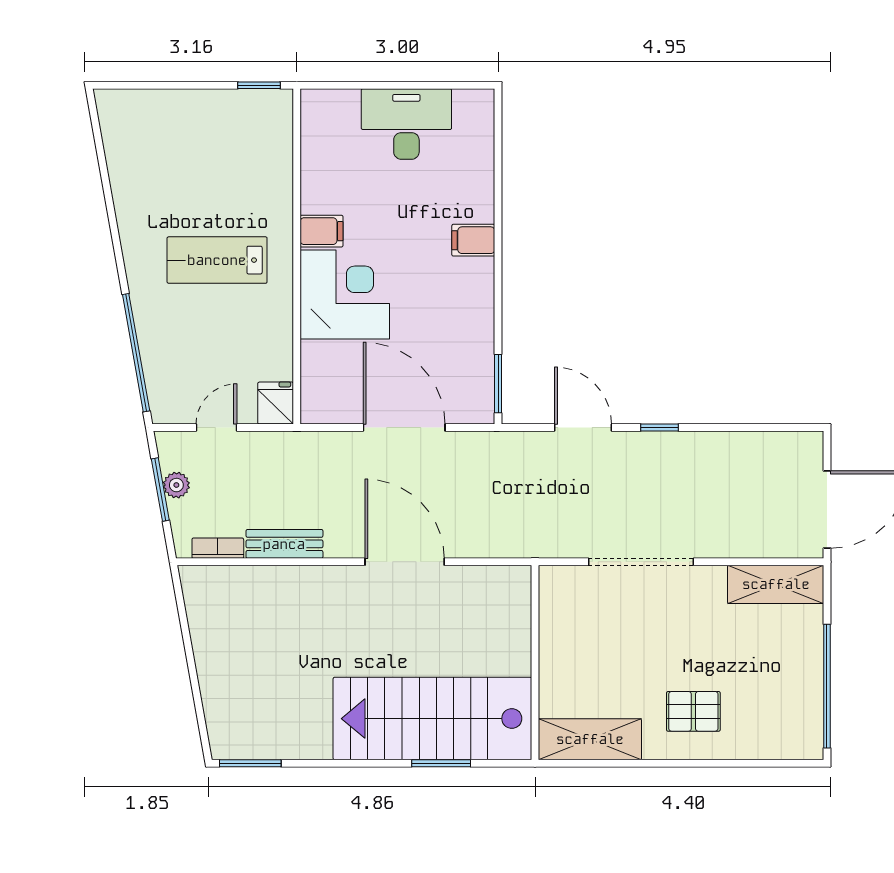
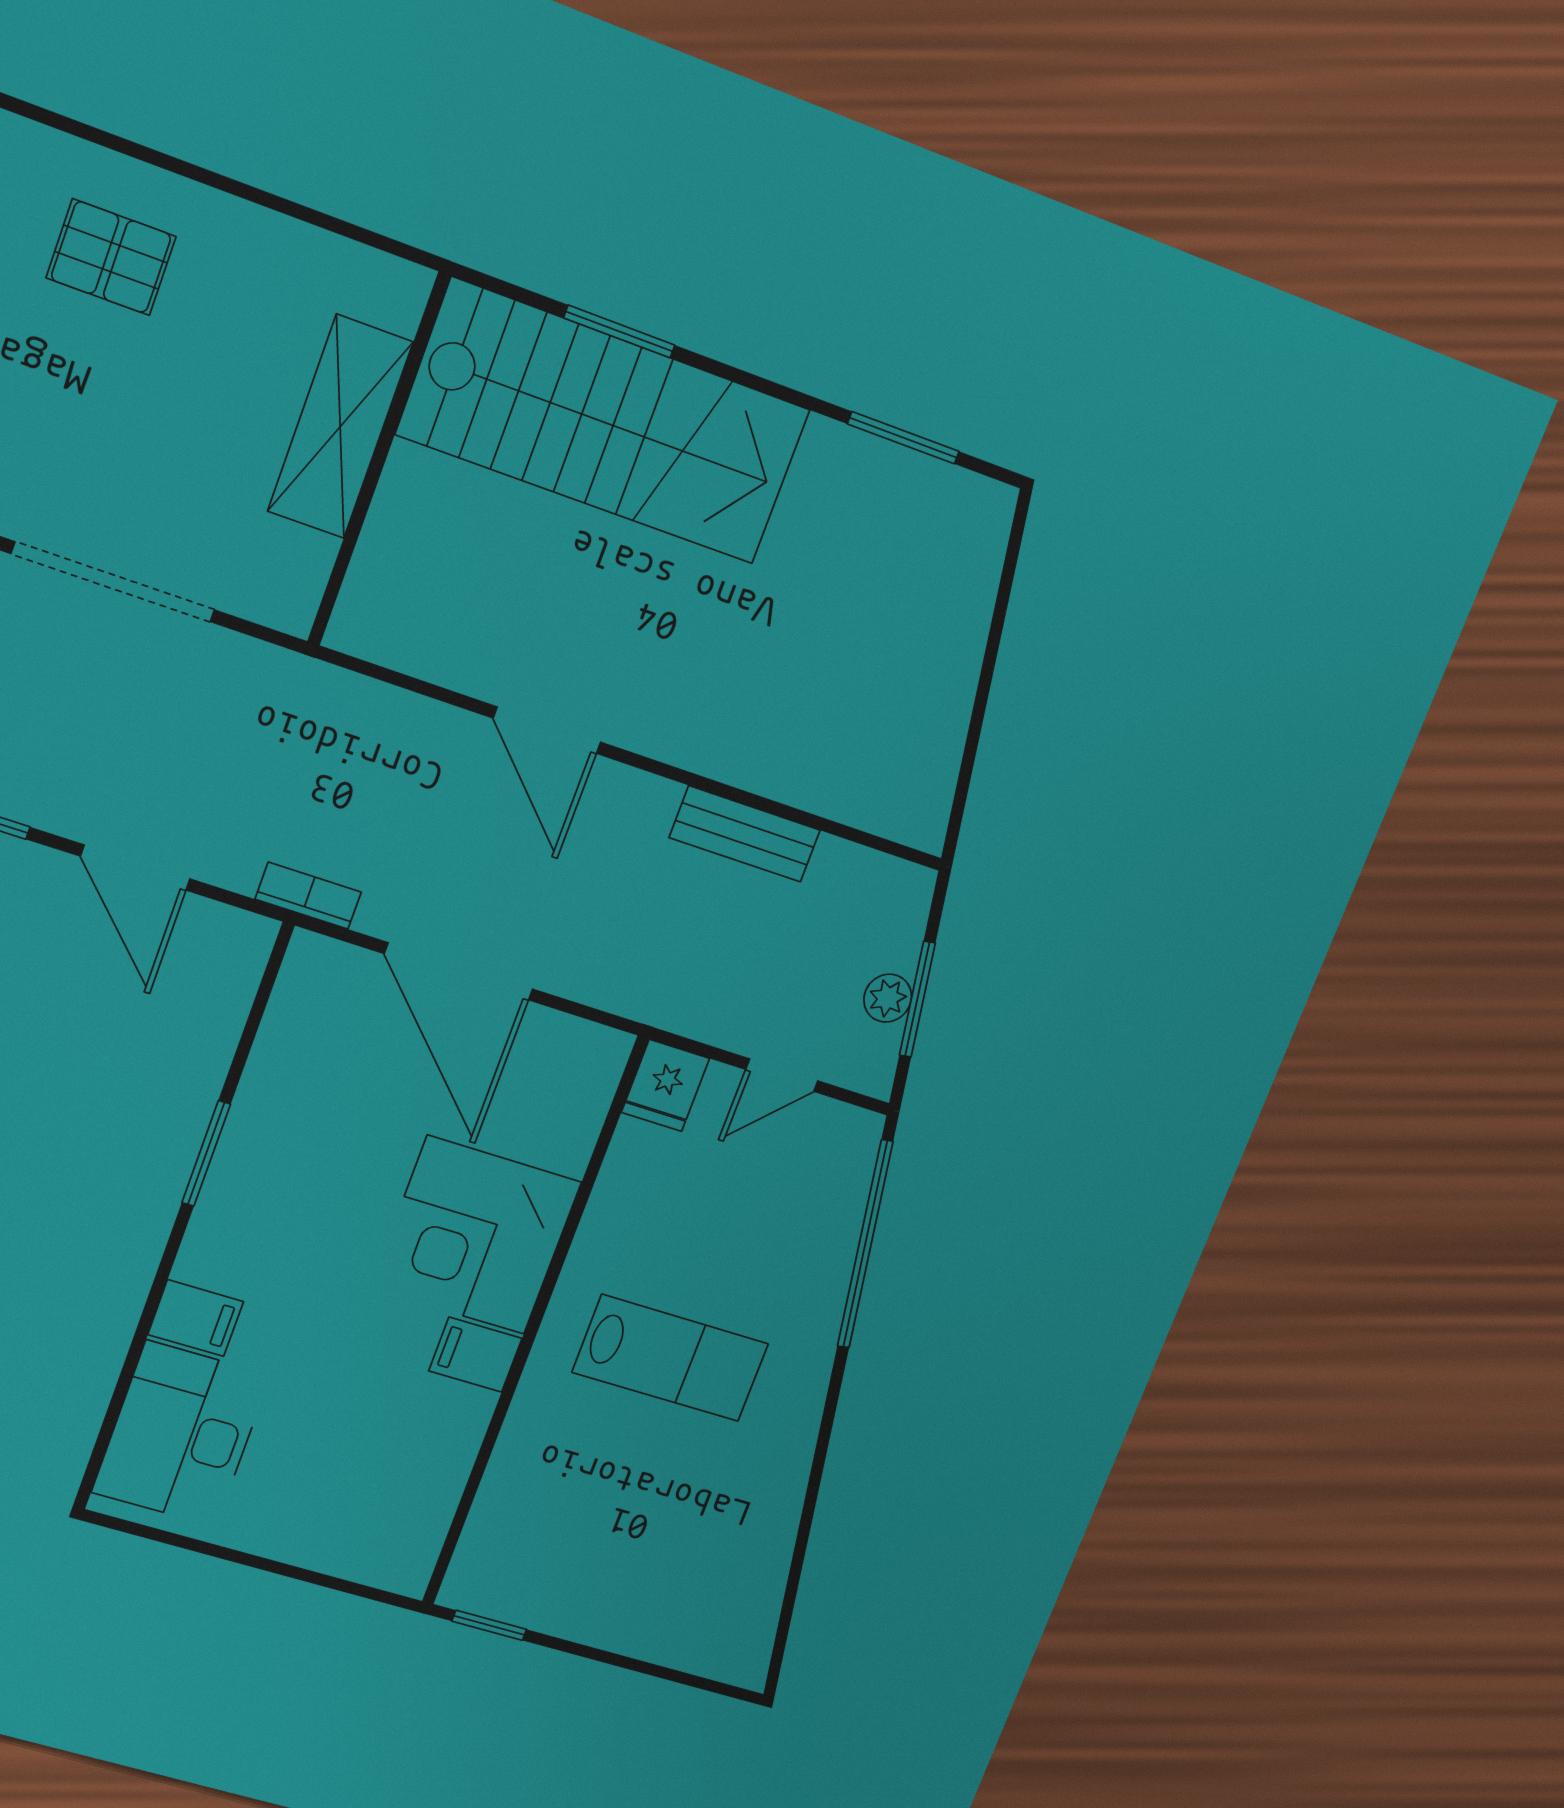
desk: (406, 124) -> (181, 1434), moved, turned 90
filing cabinet: (473, 240) -> (196, 1318), moved
window: (498, 384) -> (206, 1153), moved
bookcase: (218, 548) -> (308, 896), moved, turned 180
door: (405, 562) -> (547, 730), width x0.73
shelving: (590, 739) -> (340, 427), moved, turned 90
window: (250, 763) -> (903, 438), moved

